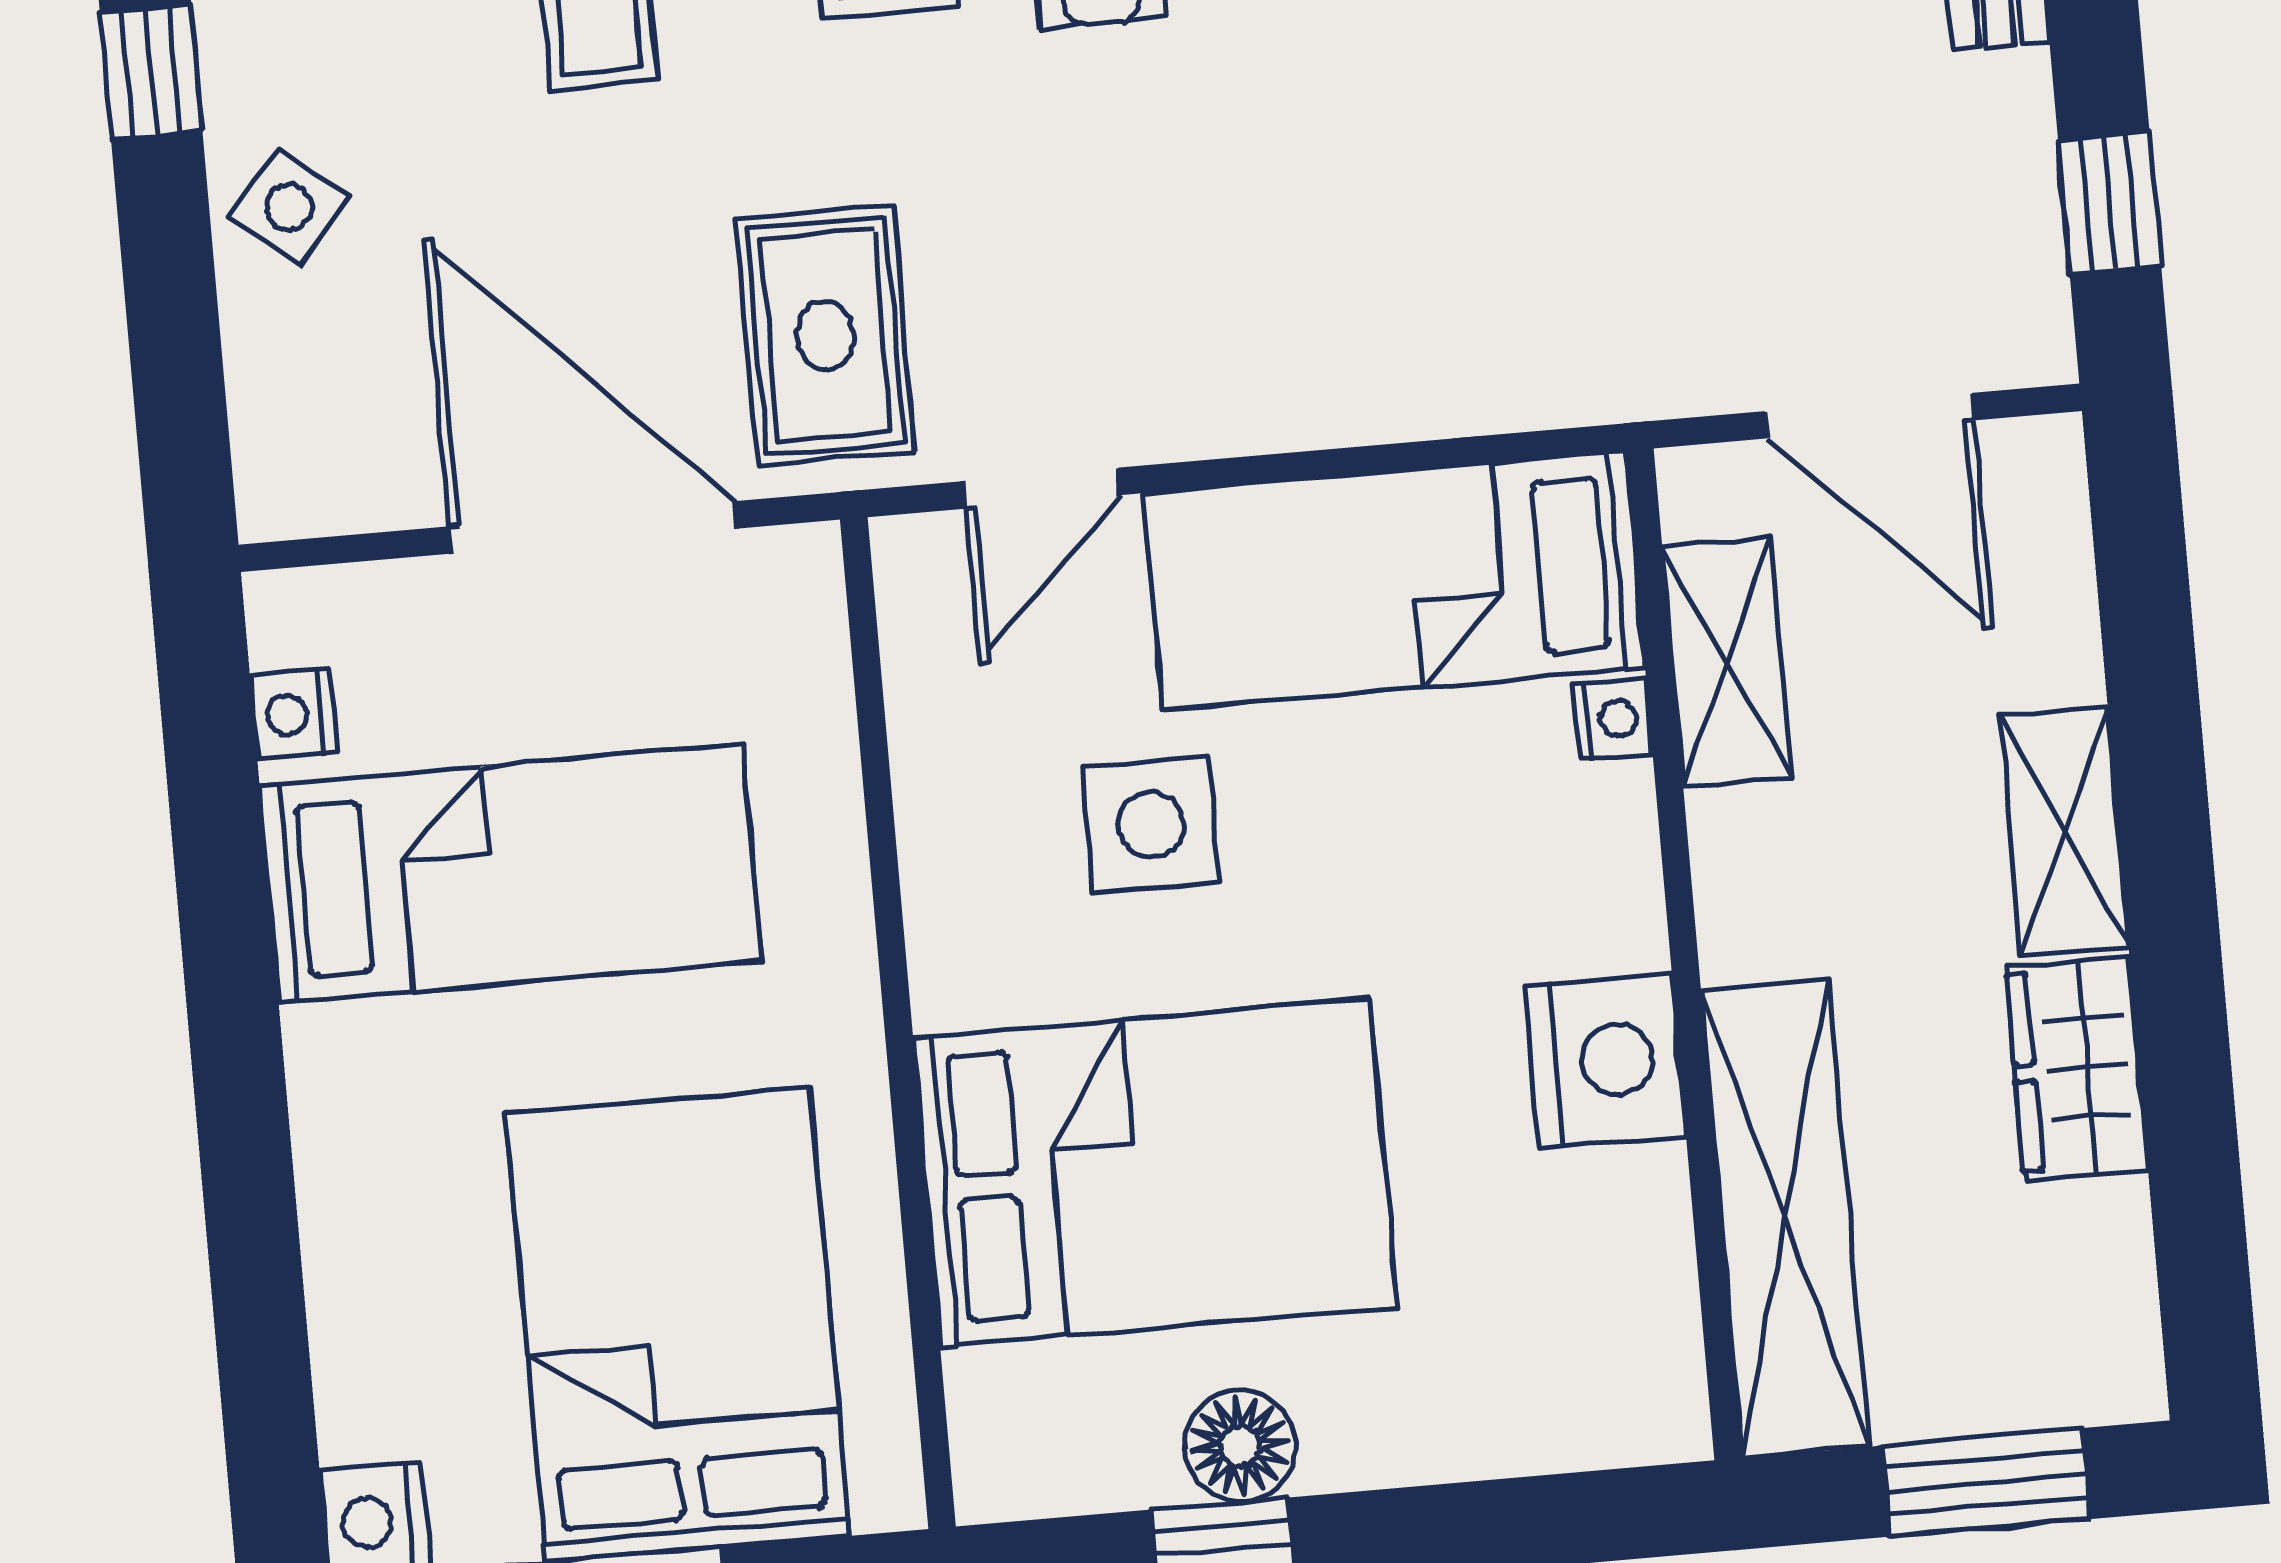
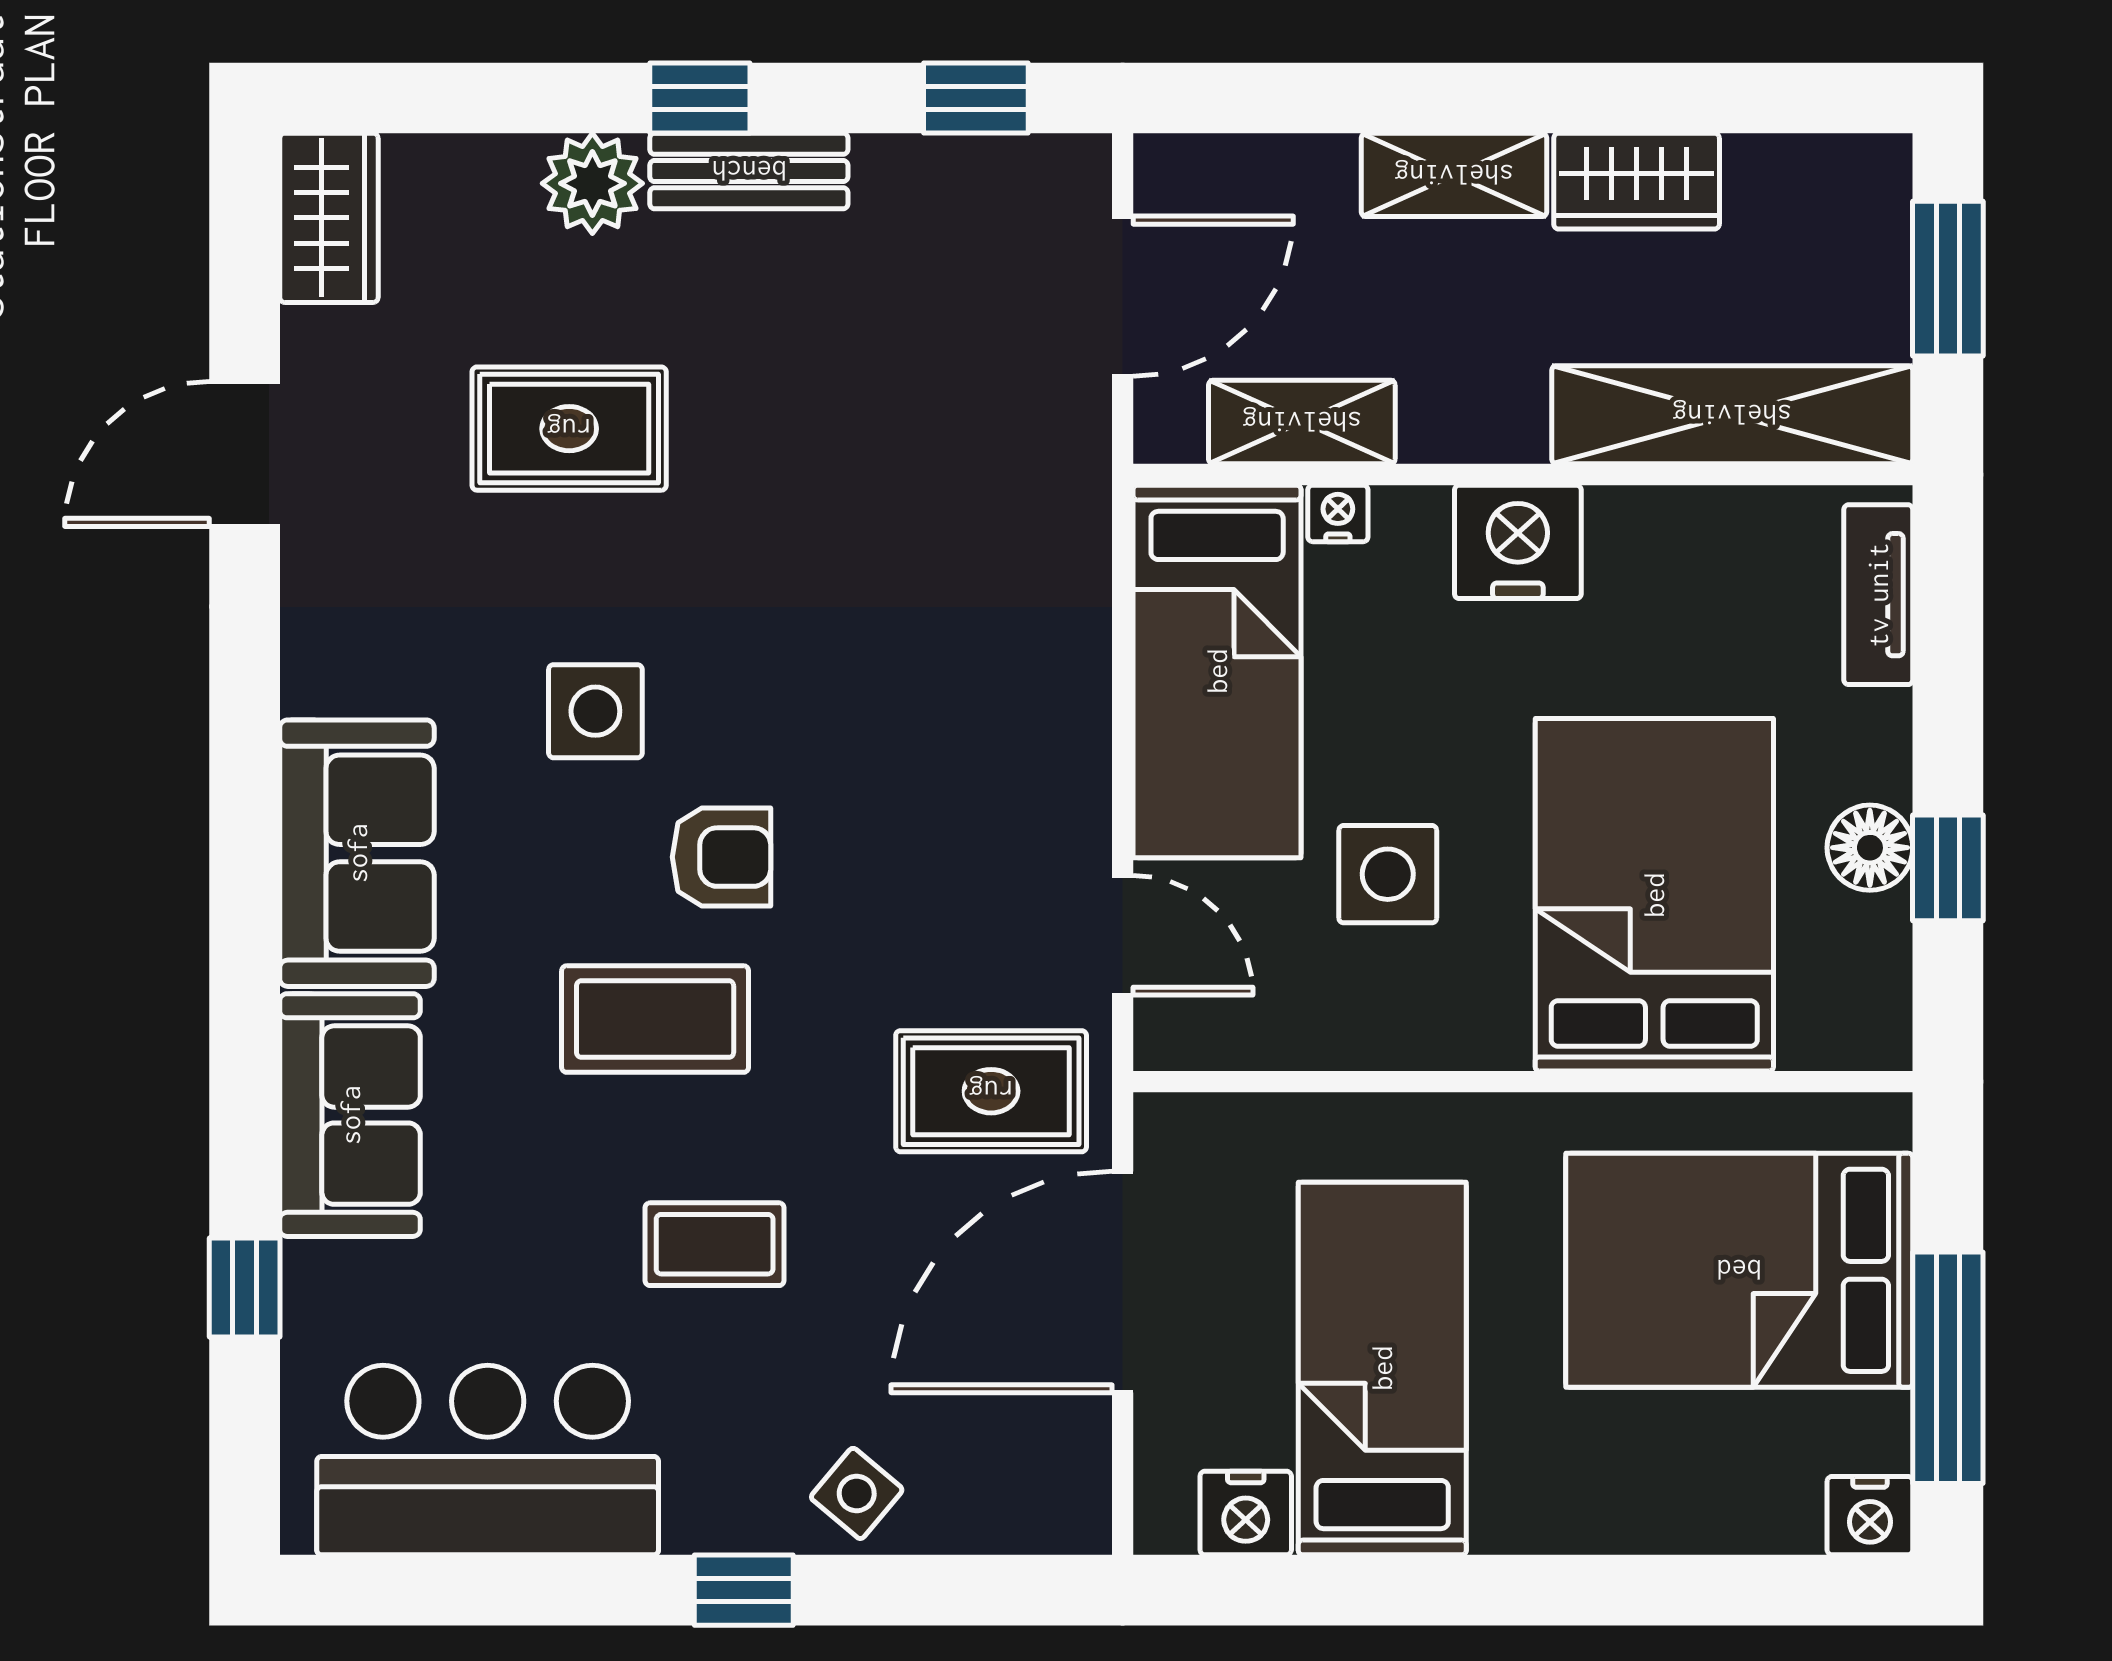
nightstand: (294, 714) -> (1246, 1513), width x1.39, depth x1.35
nightstand: (1605, 1060) -> (1518, 542), moved
tv unit: (1569, 1428) -> (1878, 595), added

